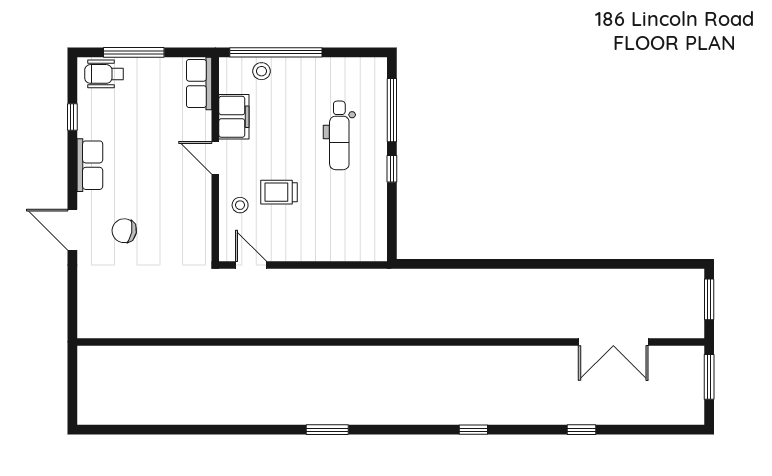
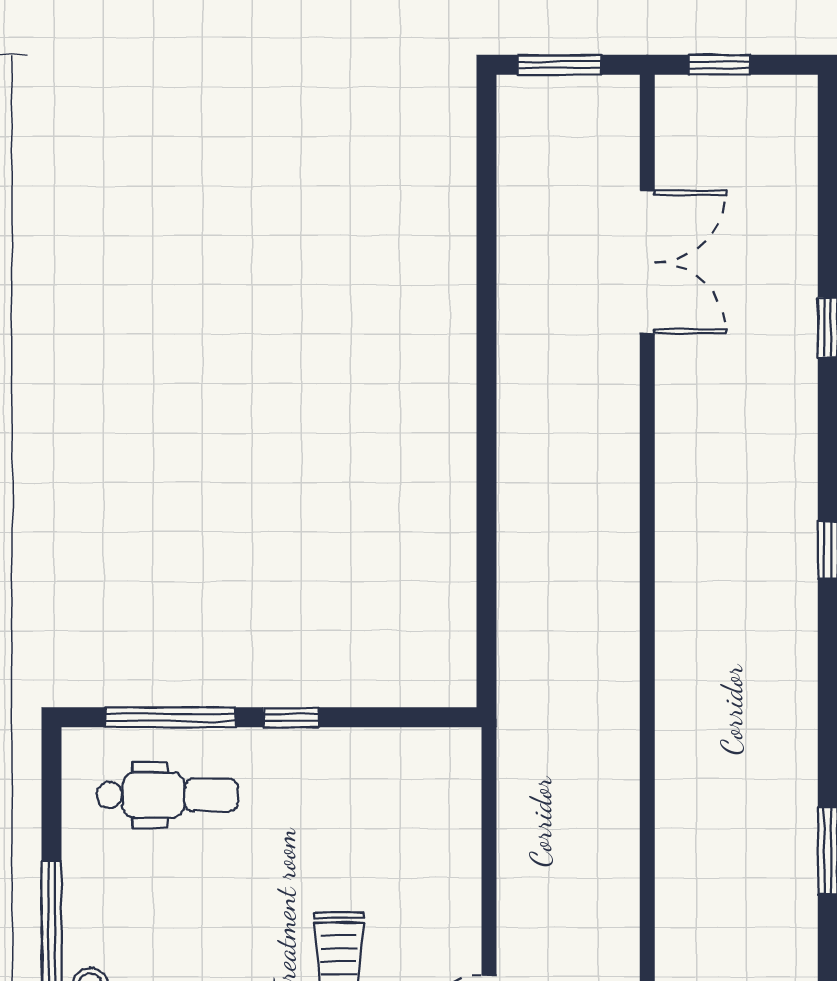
dental chair: (339, 135) -> (167, 795), moved
window: (709, 377) -> (719, 65), width x0.67

